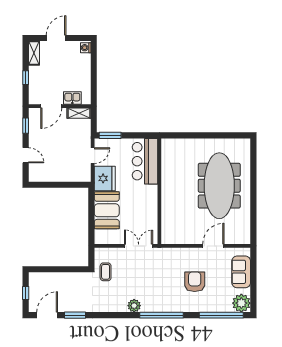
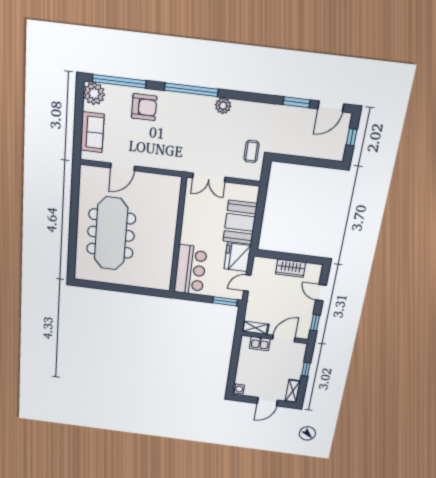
wardrobe: (56, 175) -> (291, 268), added
armchair: (195, 282) -> (144, 107), moved, turned -90

